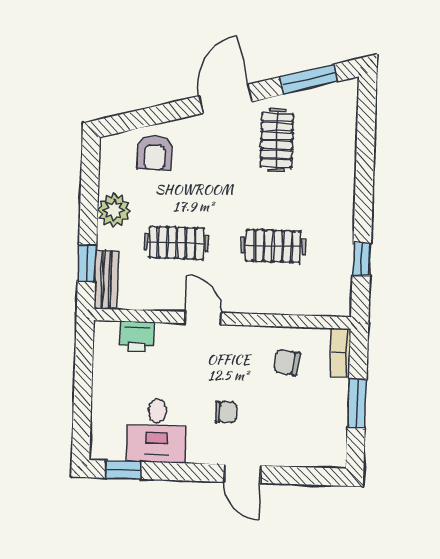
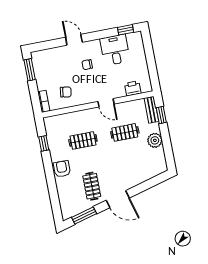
door: (226, 99) -> (118, 199), hinge flipped
armchair: (155, 153) -> (62, 169), moved
window: (357, 403) -> (30, 70), moved

